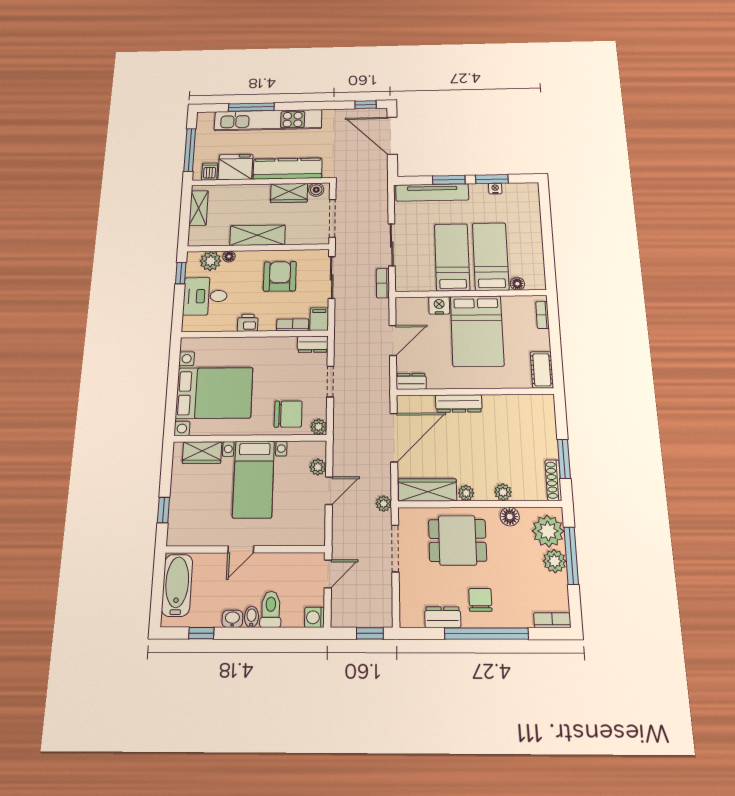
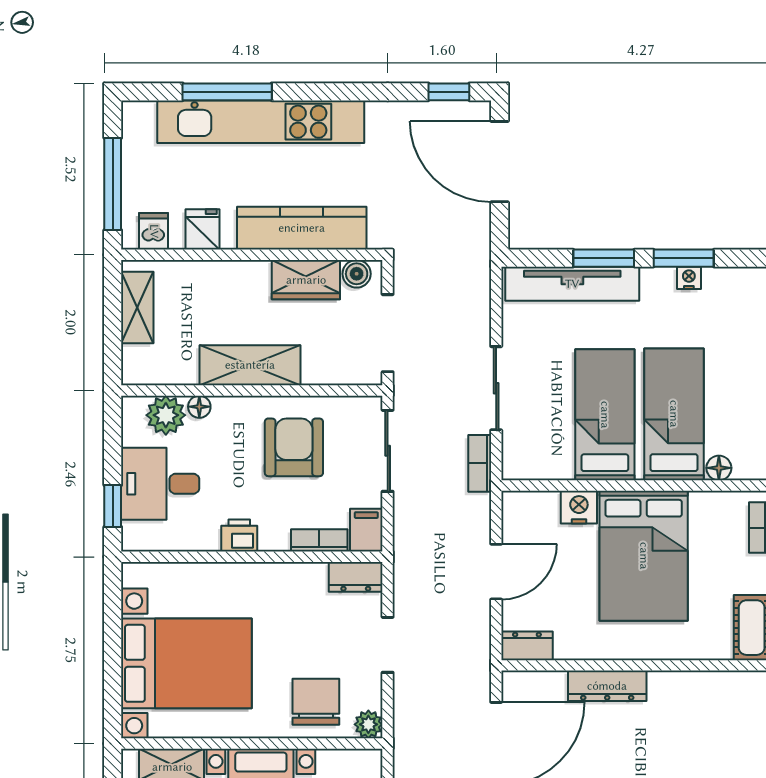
fridge: (235, 167) -> (202, 229), width x0.53, depth x0.75
window: (181, 273) -> (113, 506), moved
chair: (288, 414) -> (316, 702), turned -90

